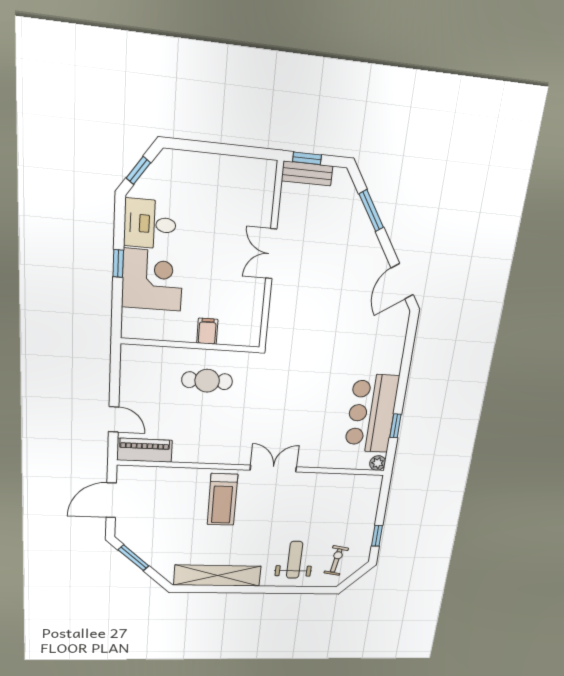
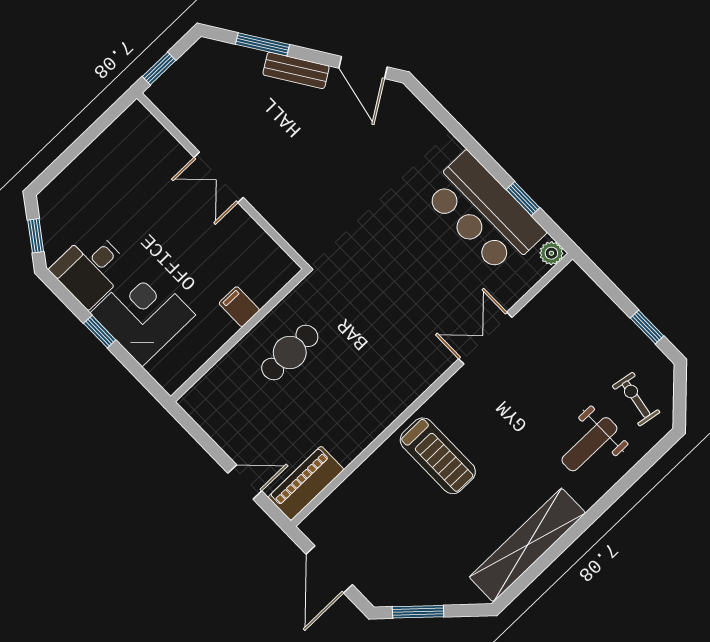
bench: (307, 173) -> (296, 70), moved, turned 57
double door: (273, 469) -> (485, 338), moved
weight bench: (295, 560) -> (589, 444), turned -90

